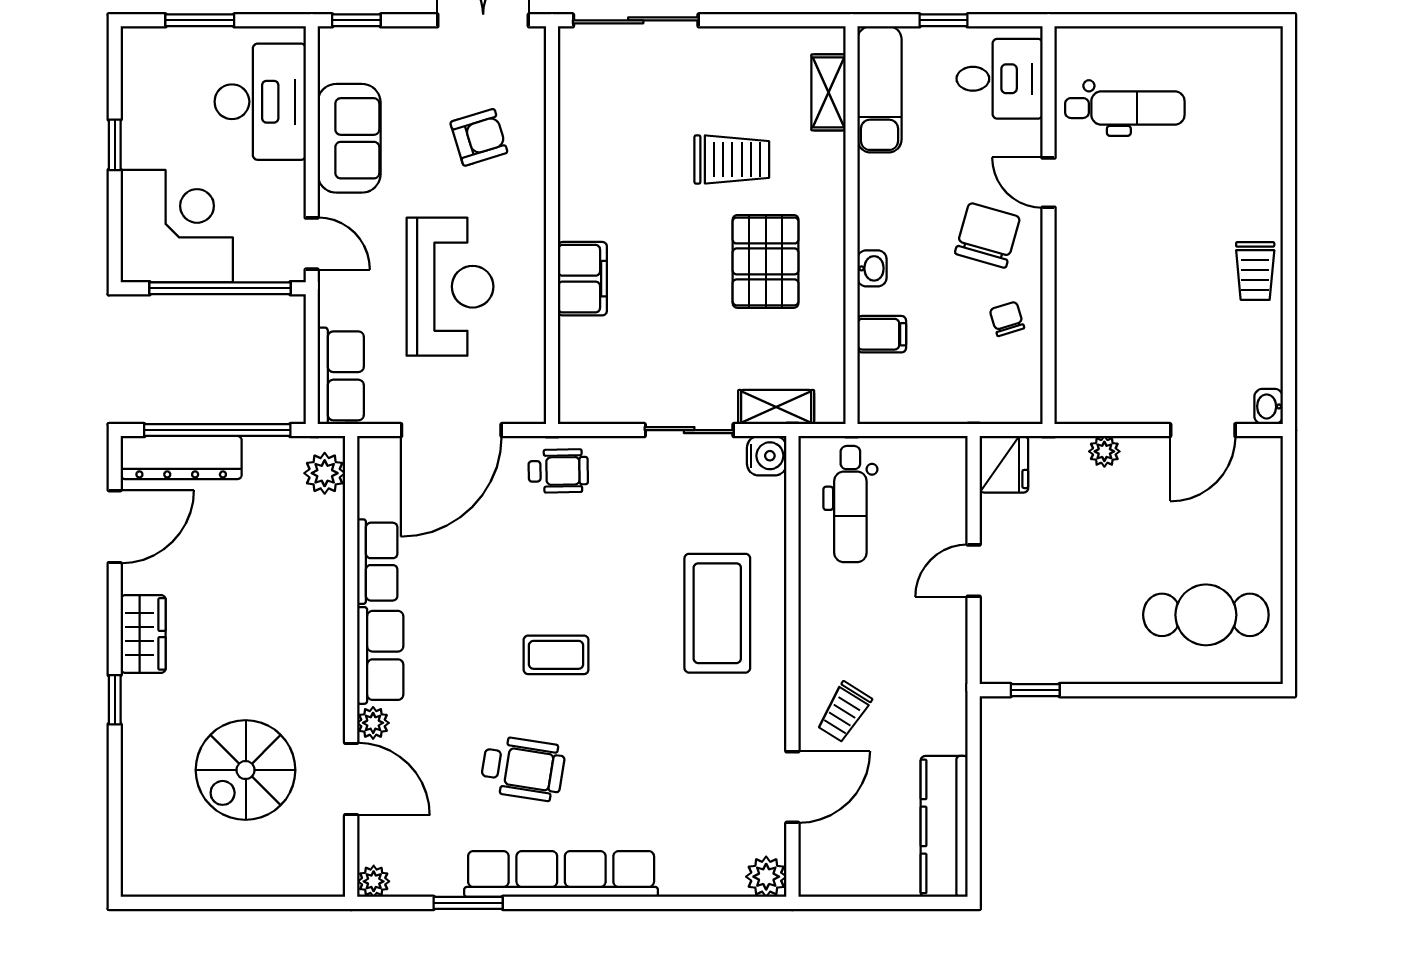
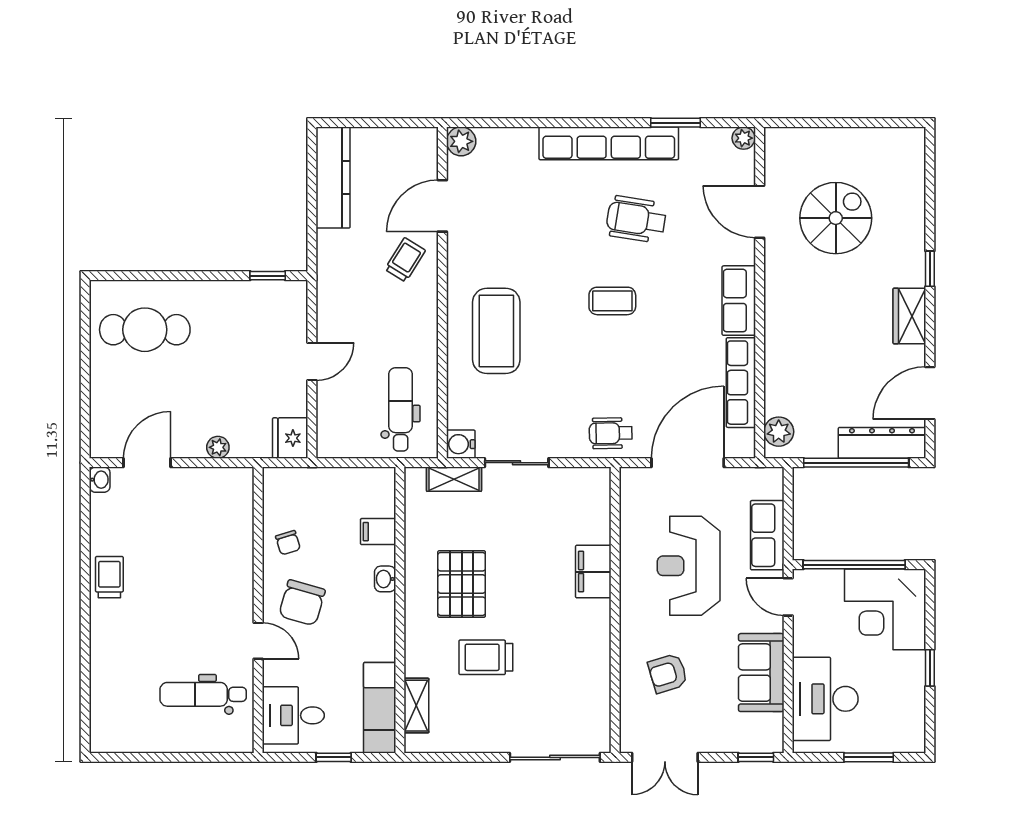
row of seats: (341, 376) -> (767, 535), moved
row of seats: (377, 562) -> (741, 383), width x1.48
plant: (373, 723) -> (744, 252), removed

